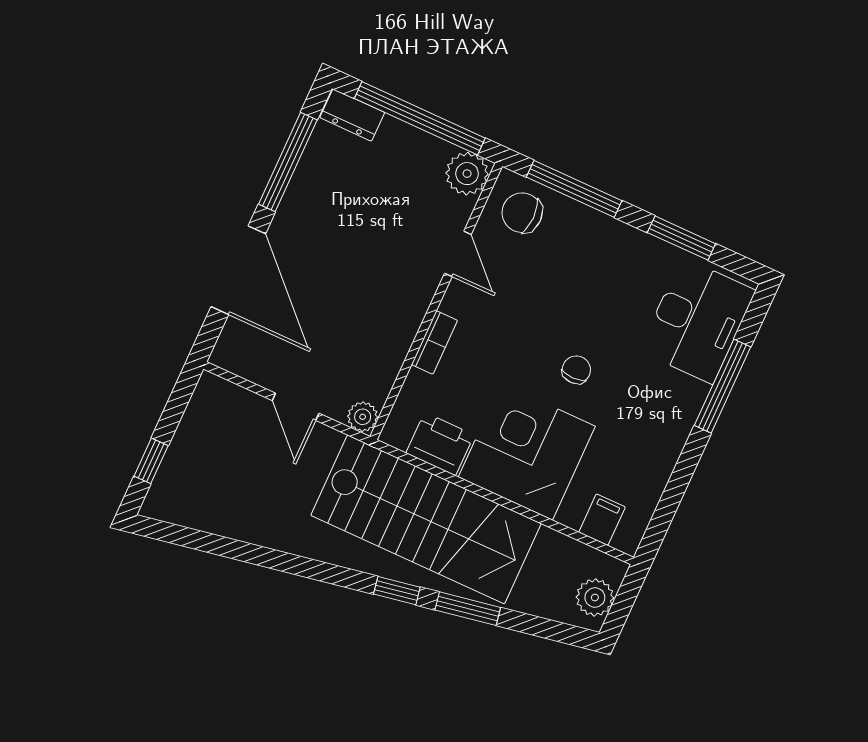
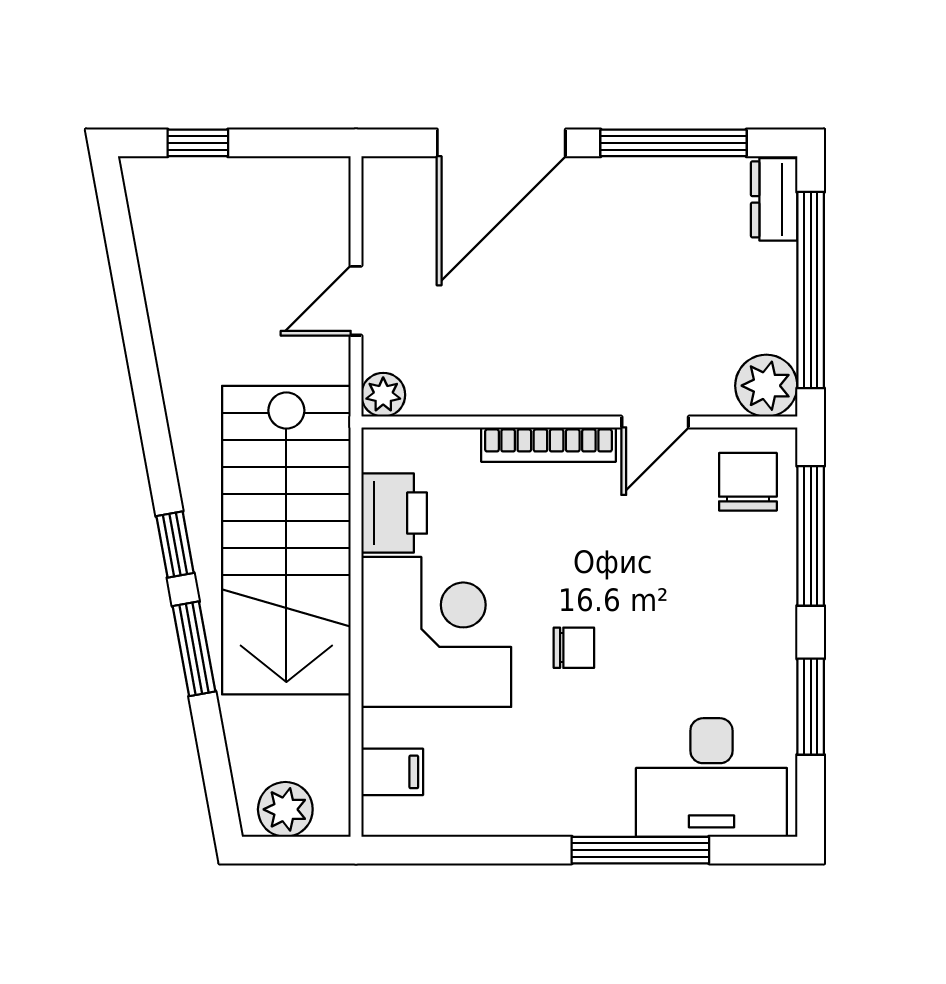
bookcase: (434, 343) -> (549, 445), width x1.56

